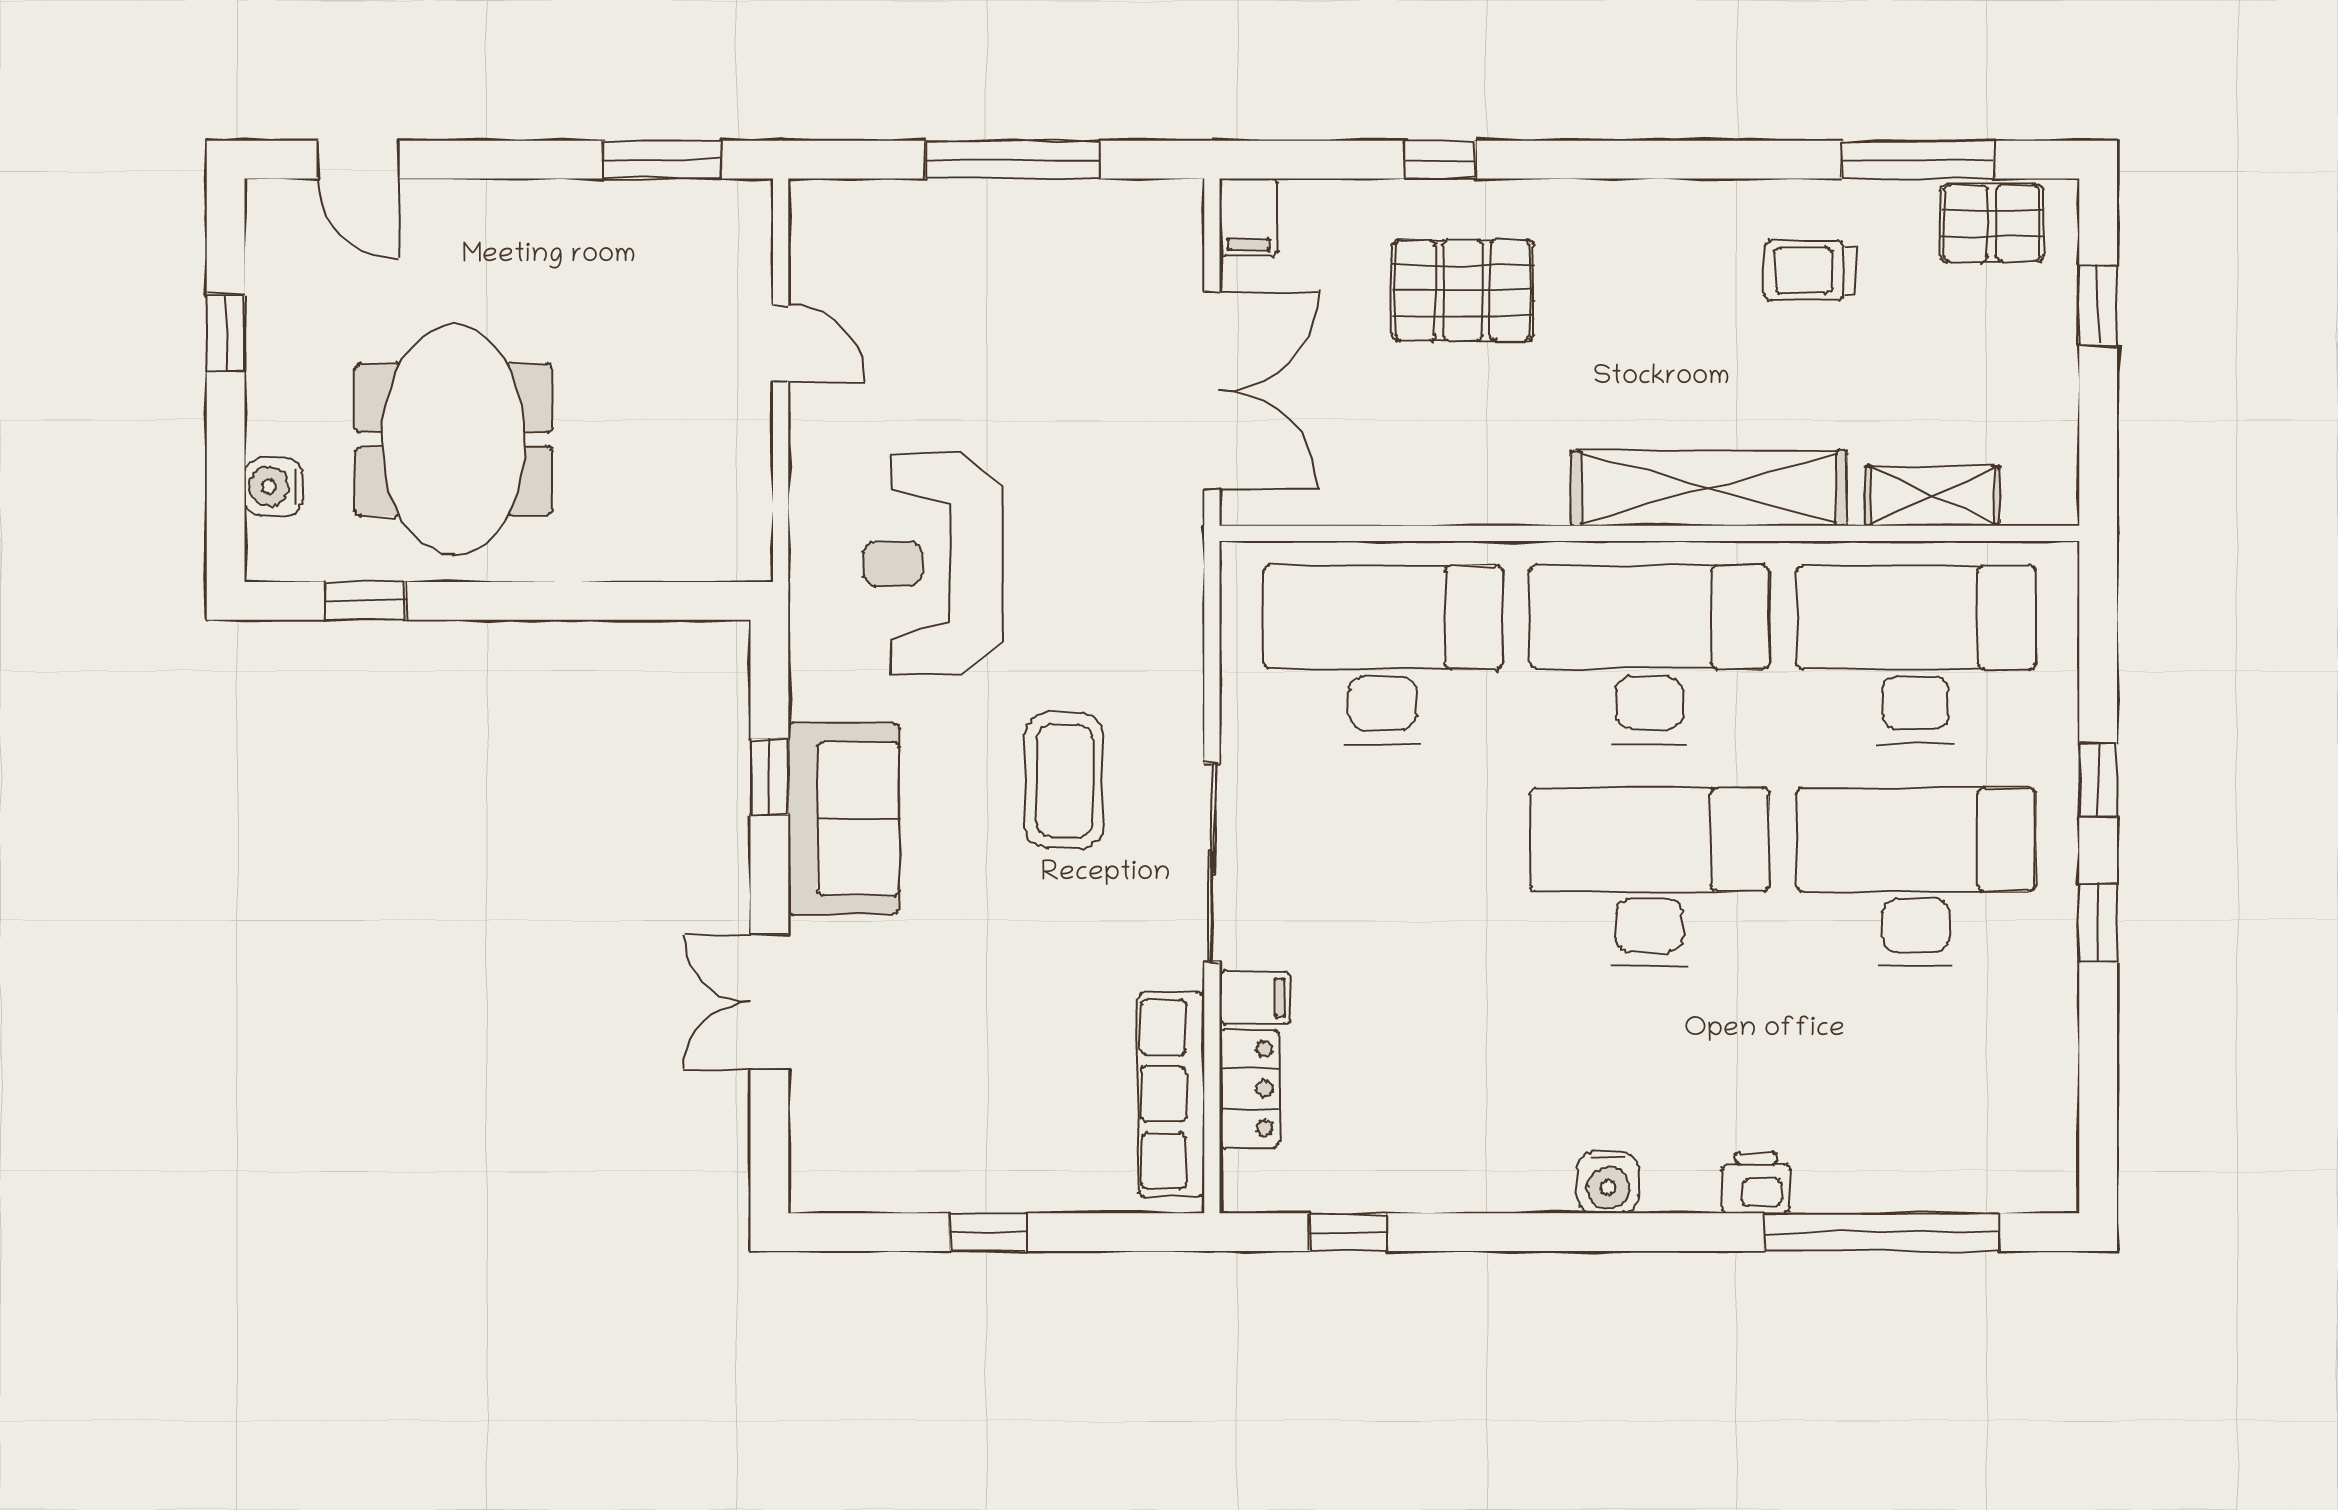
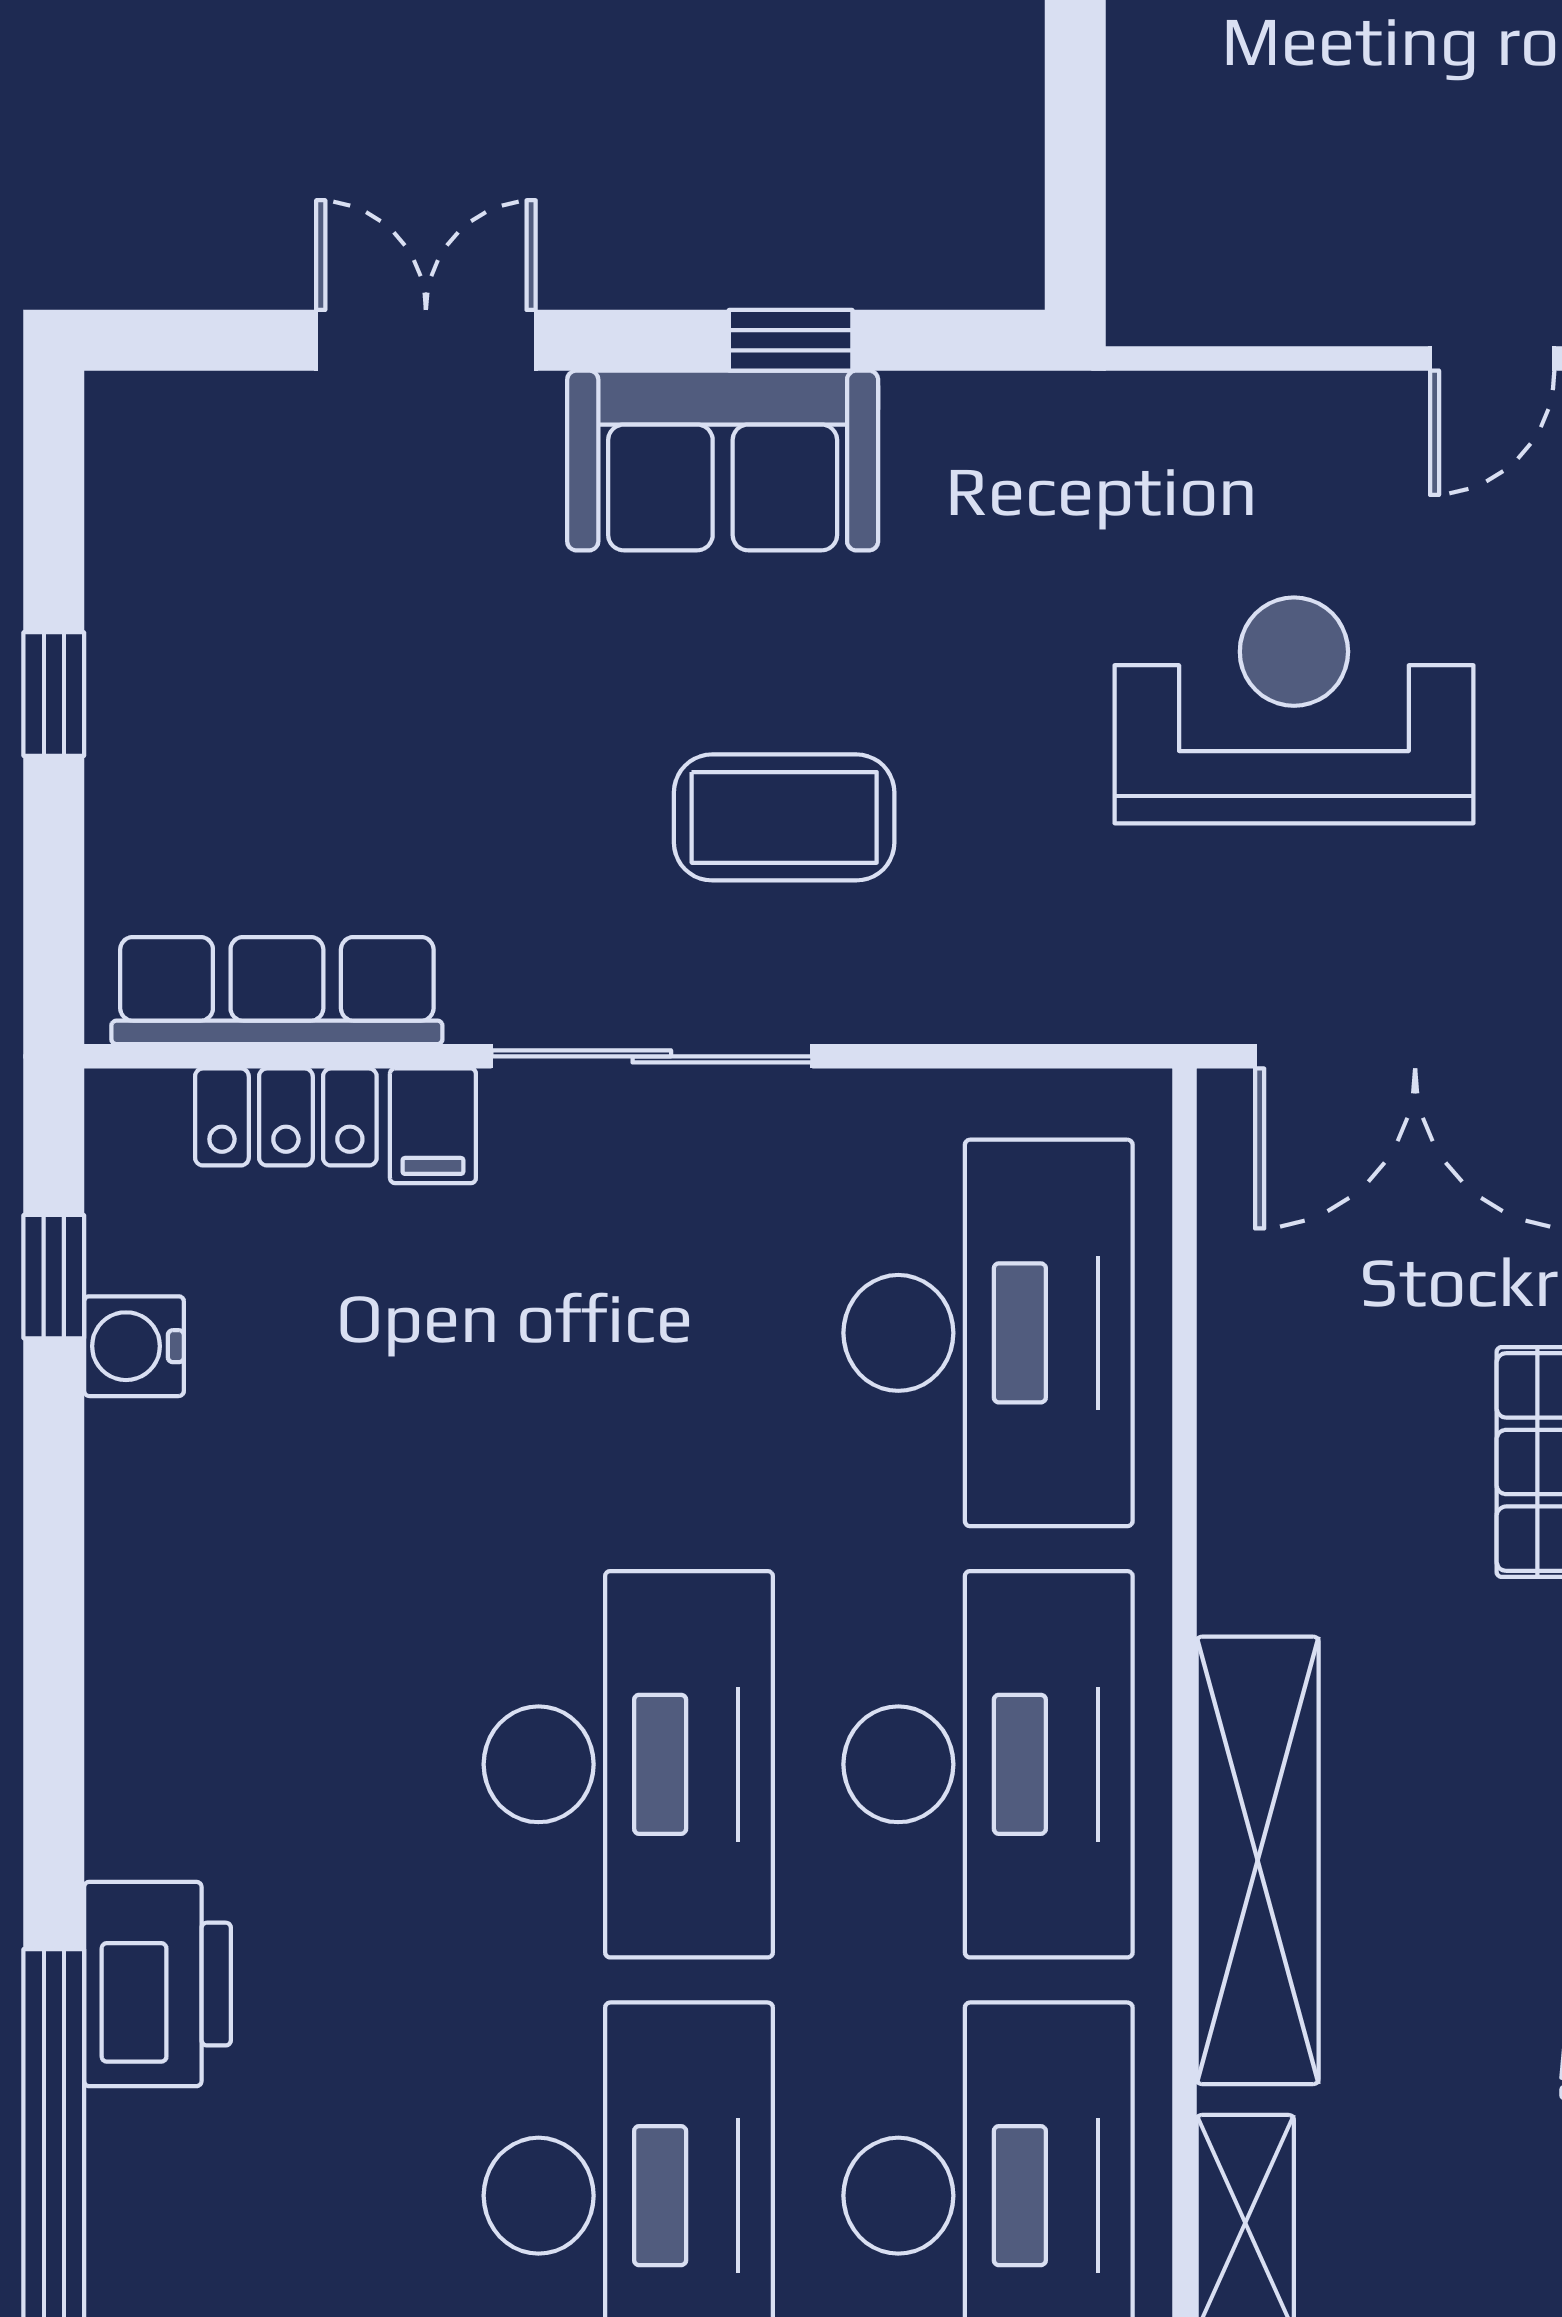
reception desk: (933, 564) -> (1294, 710), moved
water cooler: (1608, 1182) -> (134, 1346), moved
printer: (1756, 1183) -> (158, 1984), width x1.87, depth x1.48

